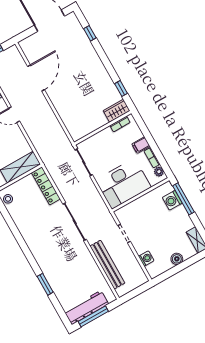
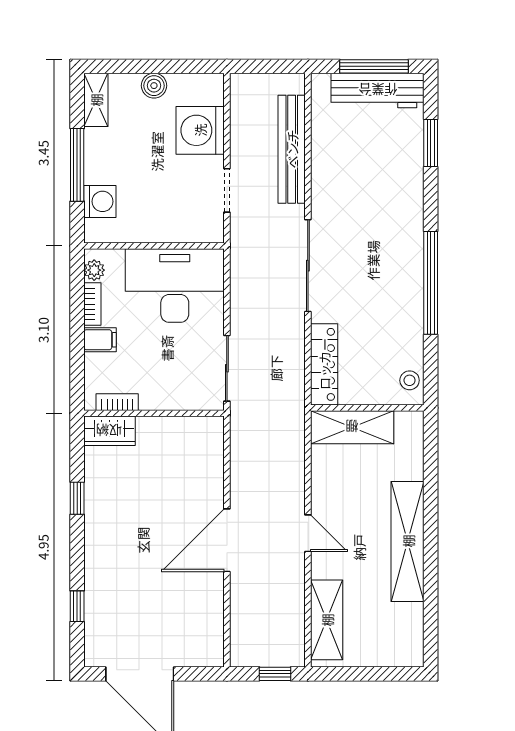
door: (36, 78) -> (227, 540), moved
window: (121, 88) -> (77, 498), moved
window: (183, 199) -> (77, 165), moved
window: (22, 243) -> (431, 283), added
washing machine: (146, 258) -> (200, 130), width x1.89, depth x1.89
window: (45, 284) -> (431, 143), moved

